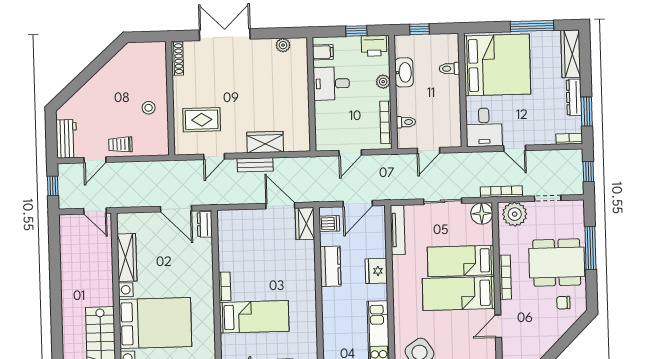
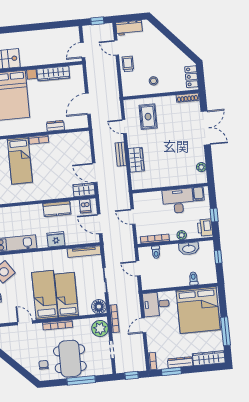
locker: (146, 50) -> (191, 77), added
desk: (331, 84) -> (178, 201), width x1.37
door: (280, 206) -> (95, 173), swing flipped
dresser: (205, 224) -> (55, 126), moved

